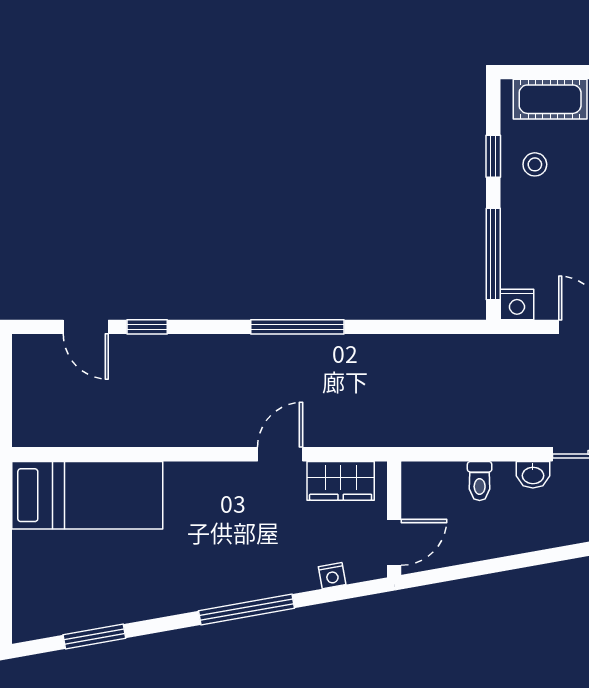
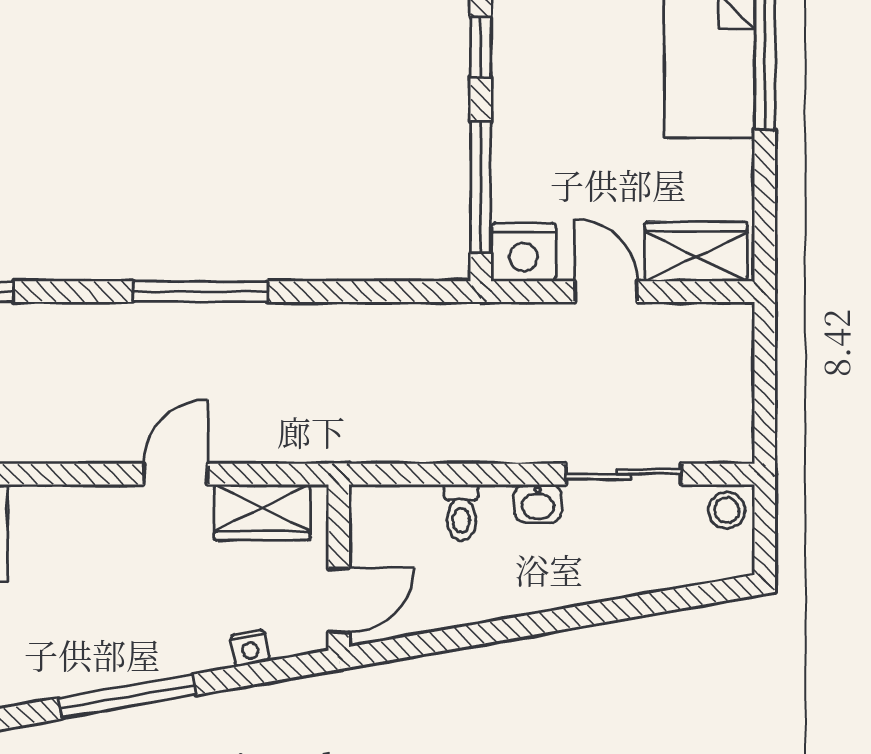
stool: (535, 164) -> (540, 59), removed
nightstand: (517, 304) -> (523, 252), width x1.36, depth x1.33

